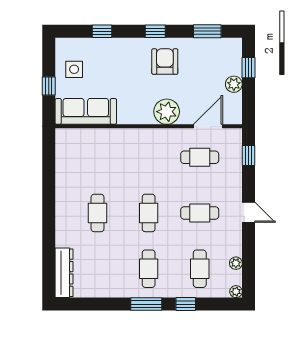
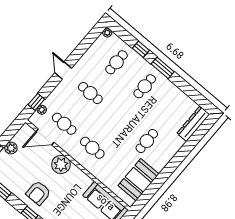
booth: (72, 165) -> (138, 180), added
cafe table: (149, 213) -> (92, 148), moved, turned 90
plant: (236, 263) -> (42, 110), moved

